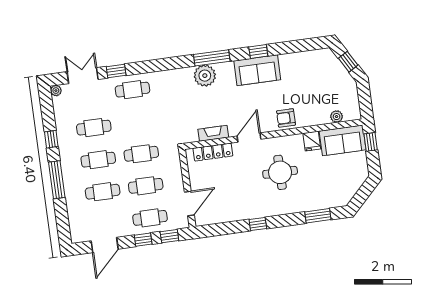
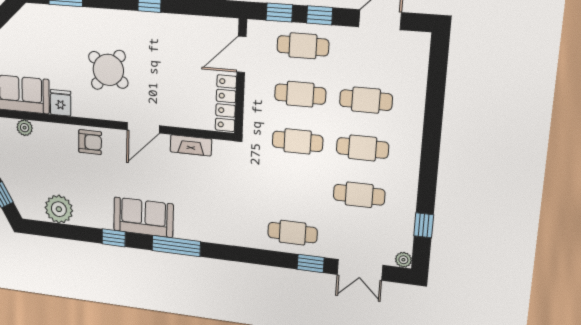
sofa: (257, 70) -> (143, 217), moved
plant: (205, 76) -> (59, 209), moved
window: (51, 139) -> (424, 225), moved
locker: (213, 152) -> (226, 103), moved, turned -90
round table: (280, 172) -> (108, 70), turned 38
window: (57, 180) -> (432, 133), removed

